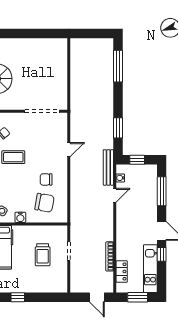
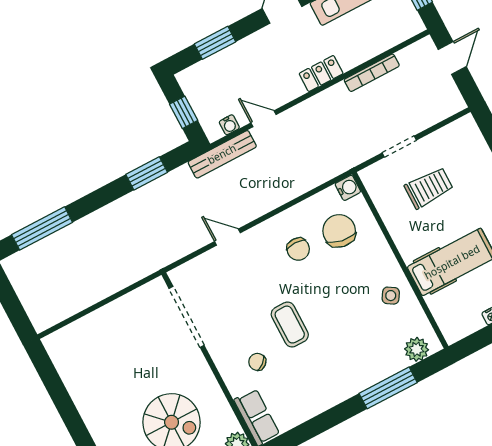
window: (162, 191) -> (215, 43), width x0.69
water cooler: (20, 217) -> (348, 188), moved
locker: (122, 272) -> (321, 73), moved

